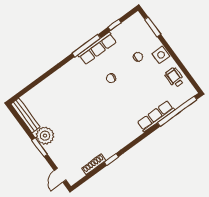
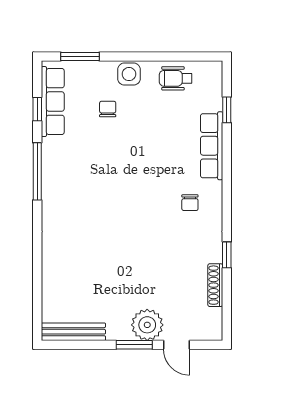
row of seats: (97, 48) -> (53, 102), moved
chair: (111, 78) -> (190, 203), moved
window: (177, 111) -> (227, 110), width x0.32
plant: (45, 136) -> (147, 325), moved
door: (60, 175) -> (176, 345), moved

